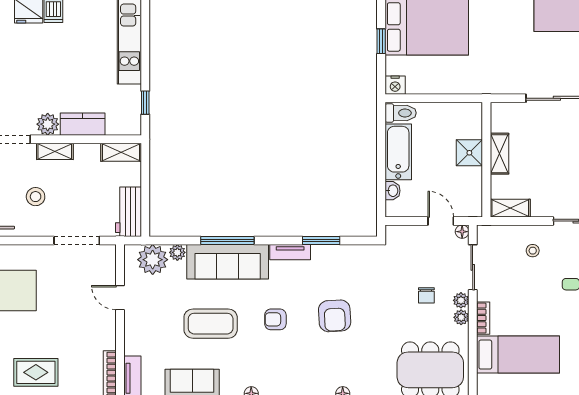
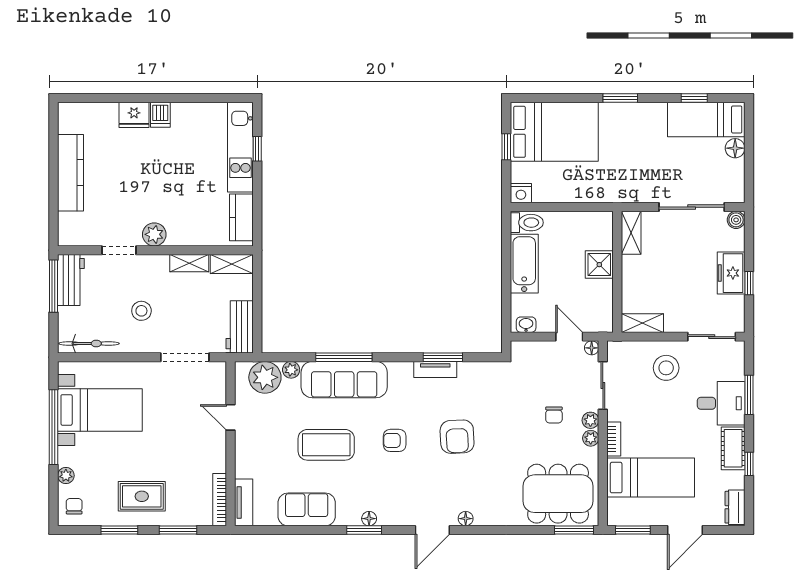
window: (145, 103) -> (257, 149), moved
kitchen counter: (83, 124) -> (241, 217), moved, turned -90
shelving: (55, 151) -> (189, 263), moved
shelving: (500, 154) -> (631, 233), moved
washbasin: (392, 191) -> (526, 325), moved, turned -90
stool: (533, 251) -> (666, 368), width x1.89, depth x1.89
tv unit: (290, 252) -> (435, 369), moved

